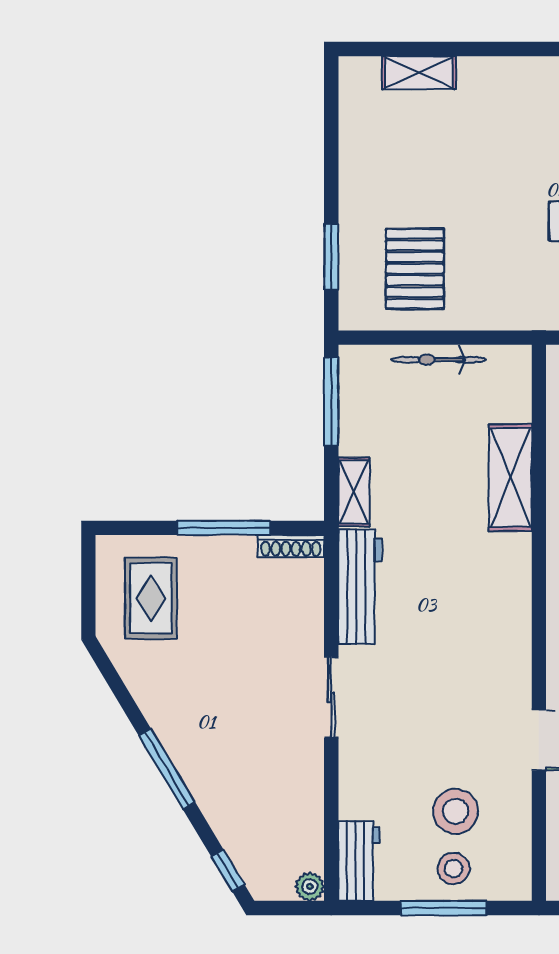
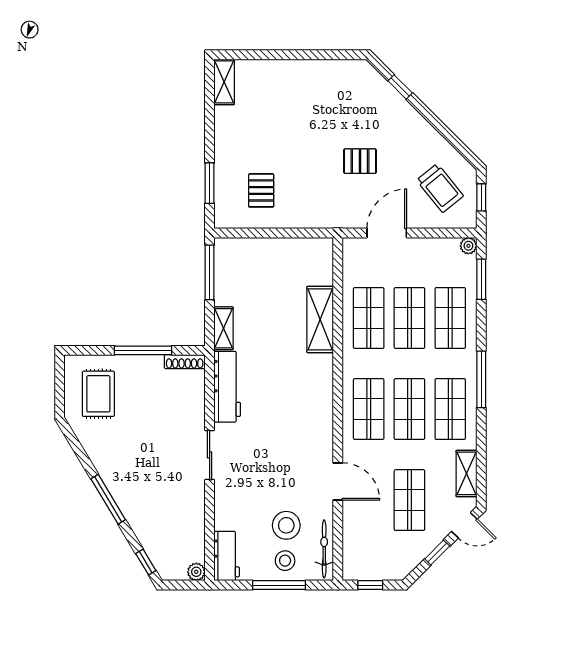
shelving: (419, 73) -> (224, 82), moved, turned 90
pallet: (415, 269) -> (261, 190), width x0.67, depth x0.71
bicycle: (438, 360) -> (324, 549), moved, turned 90

